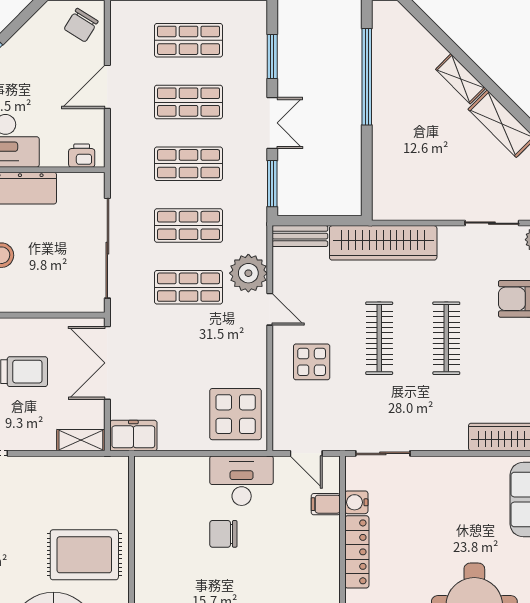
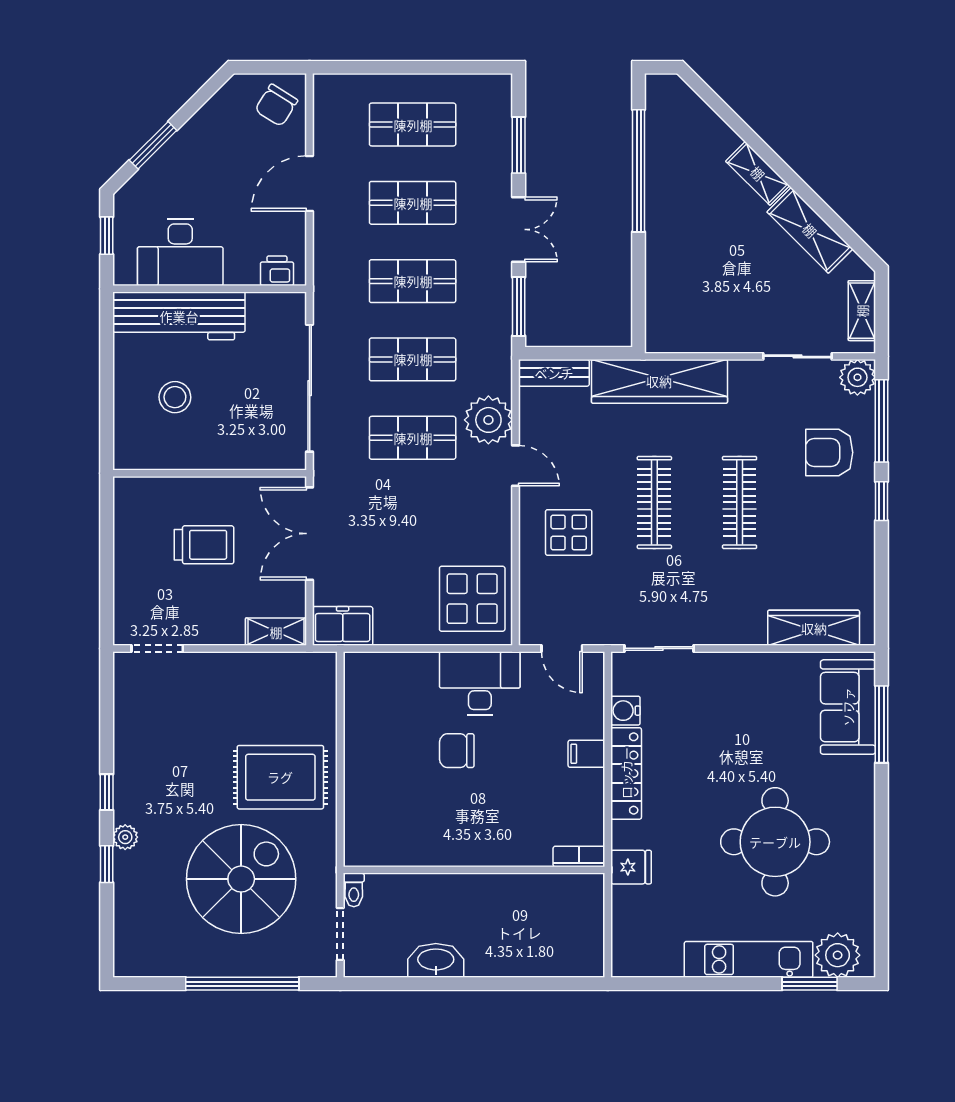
filing cabinet: (326, 504) -> (586, 754), moved

